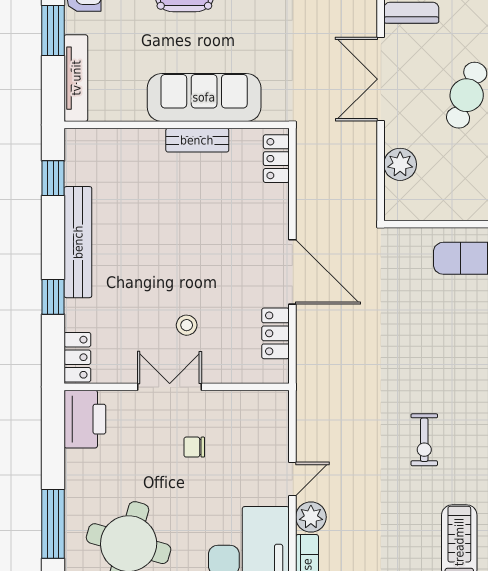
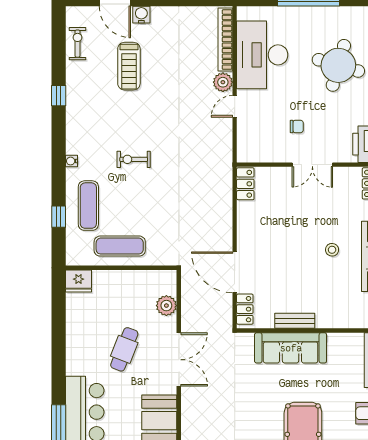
door: (292, 272) -> (235, 272), moved
stool: (187, 325) -> (332, 250), moved
locker: (275, 333) -> (245, 184), moved
exercise bike: (424, 440) -> (134, 159), moved, turned -90

